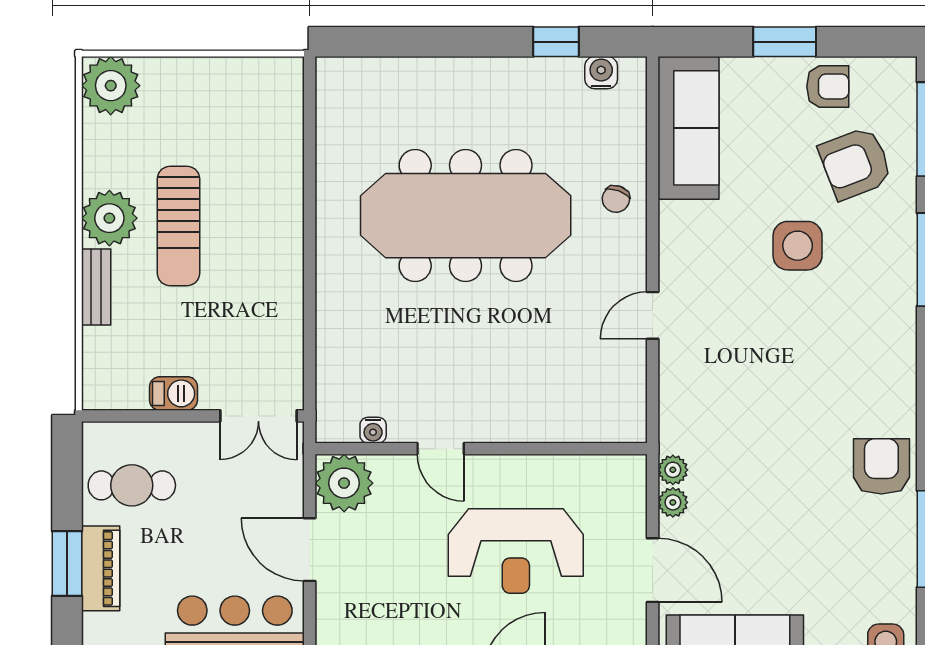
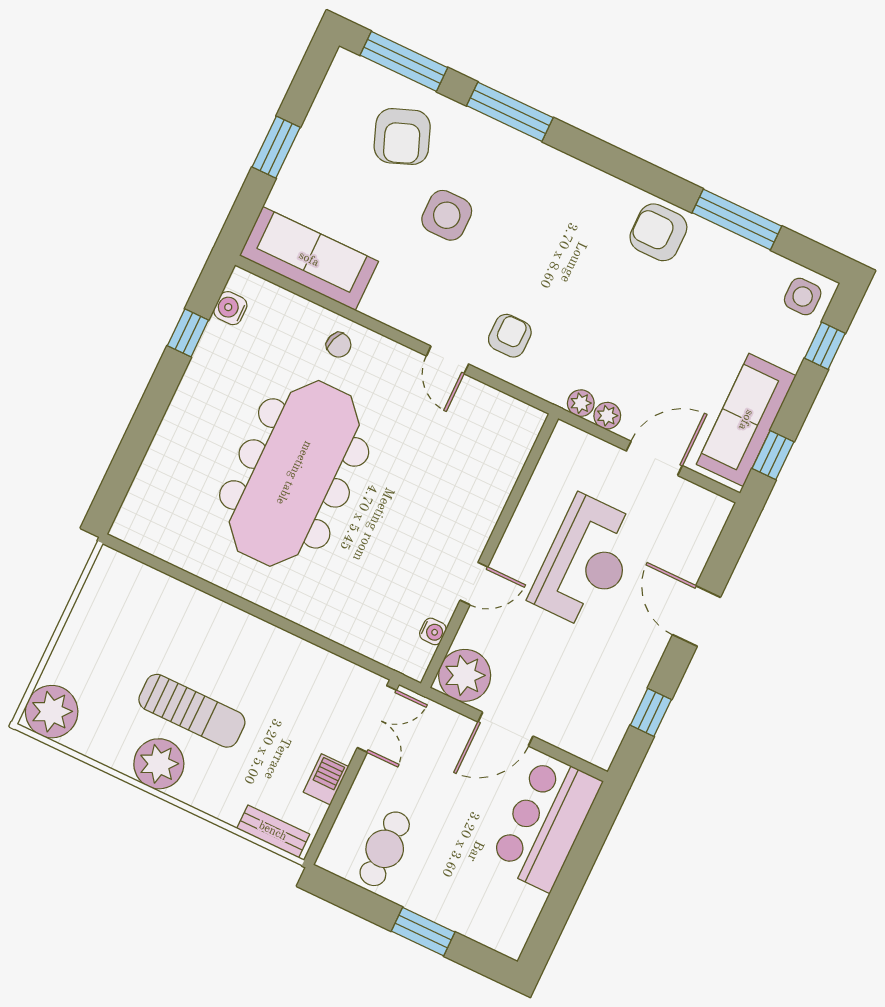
armchair: (828, 86) -> (510, 336), moved
bench: (96, 287) -> (273, 831), moved
piano: (101, 568) -> (440, 906), removed

